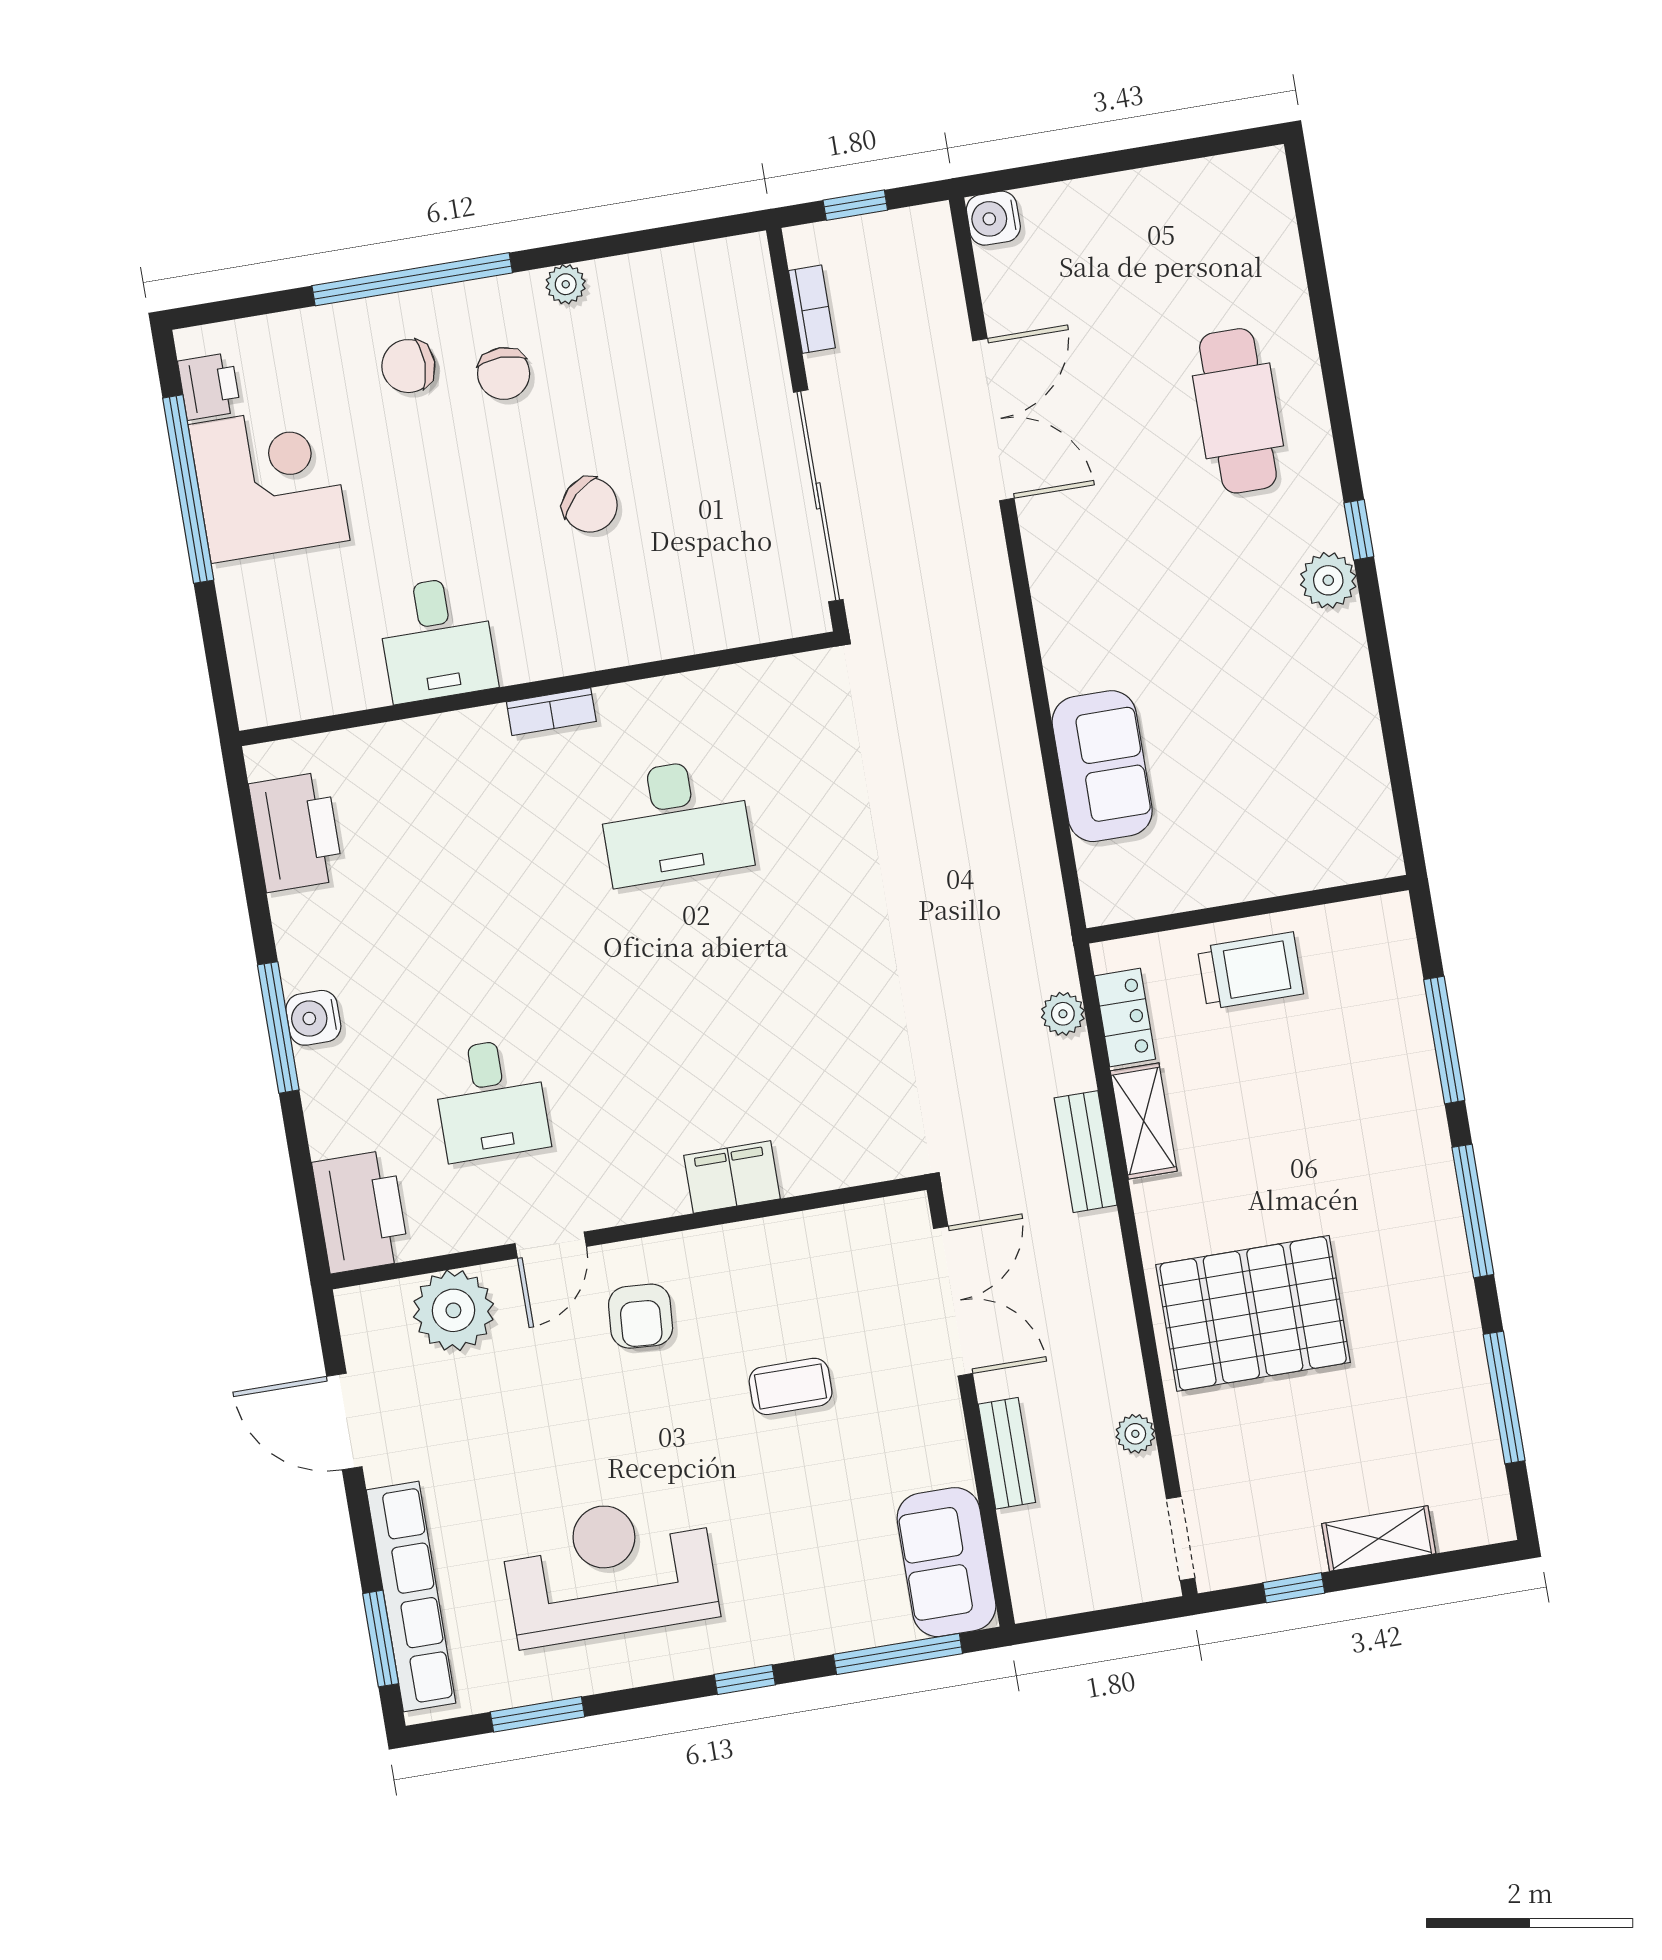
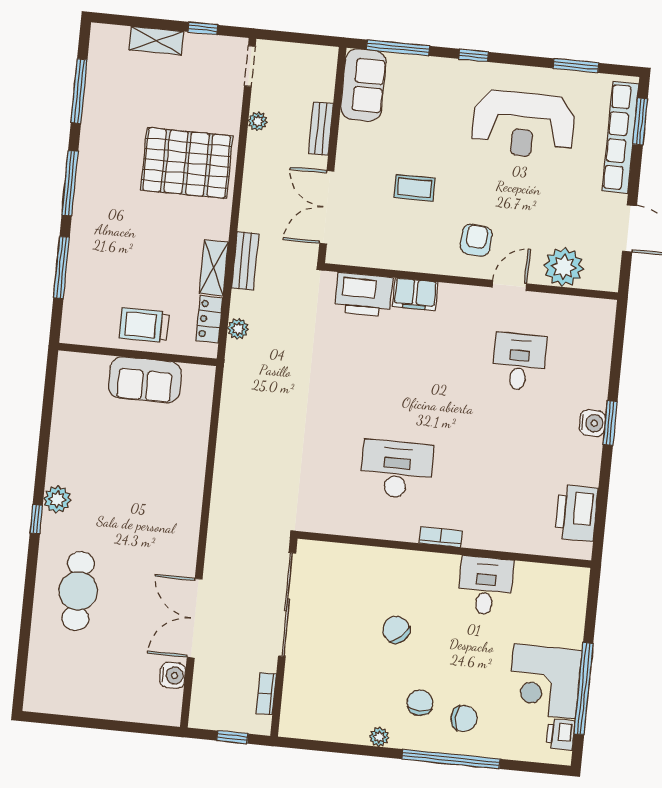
water cooler: (993, 218) -> (173, 675), moved
sofa: (1102, 766) -> (145, 380), moved, turned -90
window: (278, 1027) -> (610, 423), width x0.69
printer: (361, 1212) -> (364, 295), moved, turned -90

